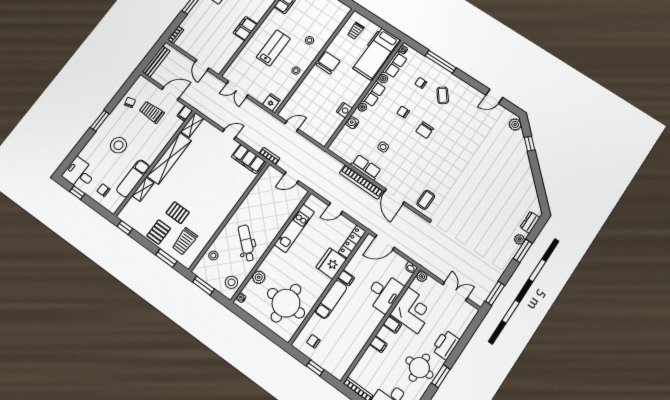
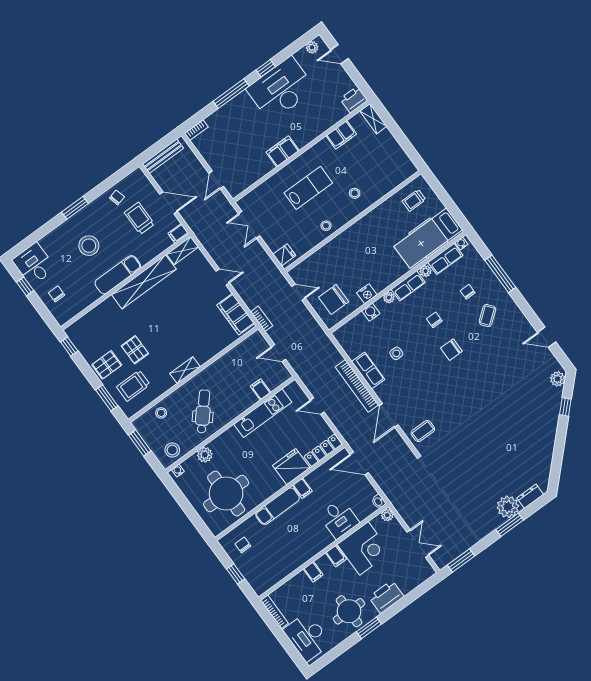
chair: (328, 63) -> (334, 299), moved, turned 180
exam couch: (133, 178) -> (118, 275), moved
shelving: (143, 189) -> (185, 370), moved
filing cabinet: (286, 210) -> (260, 389), added
plant: (519, 239) -> (508, 507), width x1.88, depth x1.88
desk: (384, 293) -> (339, 519), width x0.73

